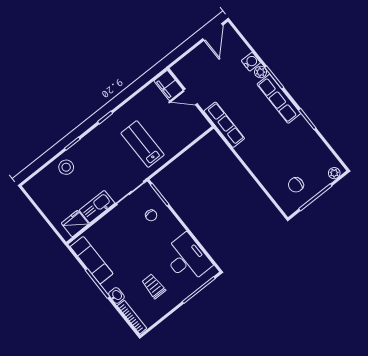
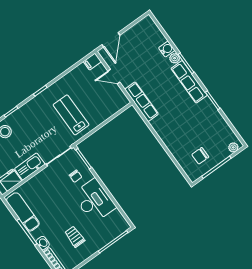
door: (213, 32) -> (111, 40), moved
filing cabinet: (169, 86) -> (92, 62), width x0.50
desk: (187, 259) -> (94, 201), moved

